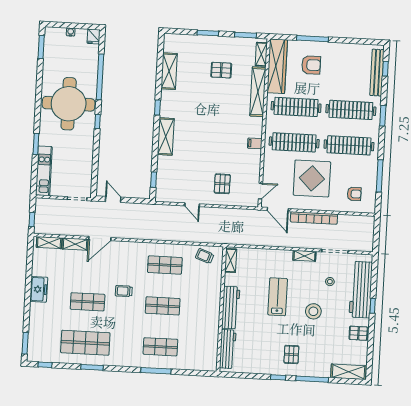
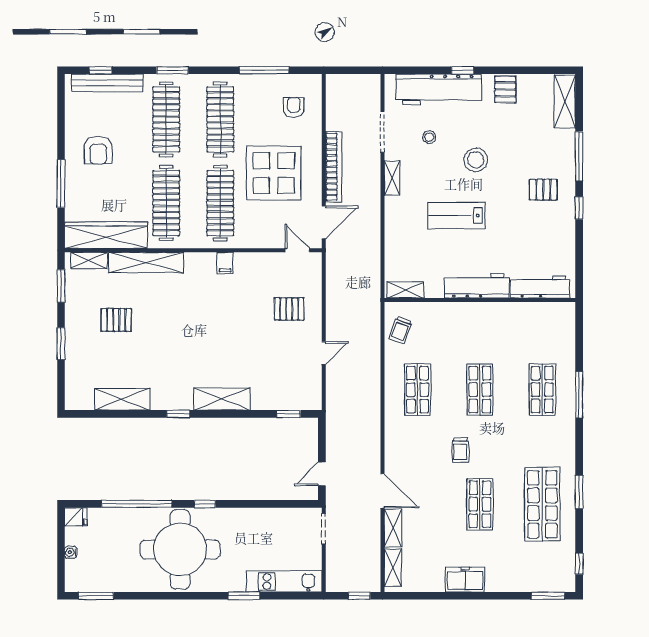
armchair: (311, 65) -> (98, 150), moved, turned 180
pallet: (221, 70) -> (116, 320), turned 90

